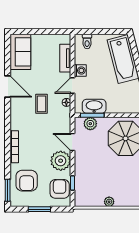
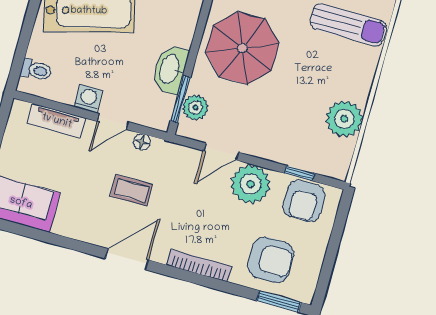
door: (72, 86) -> (113, 122), hinge flipped
door: (8, 87) -> (127, 259), moved
washbasin: (94, 106) -> (170, 69), moved
armchair: (60, 189) -> (304, 201), turned -90
plant: (109, 202) -> (344, 119), width x1.87, depth x1.87
window: (39, 209) -> (332, 251), removed

